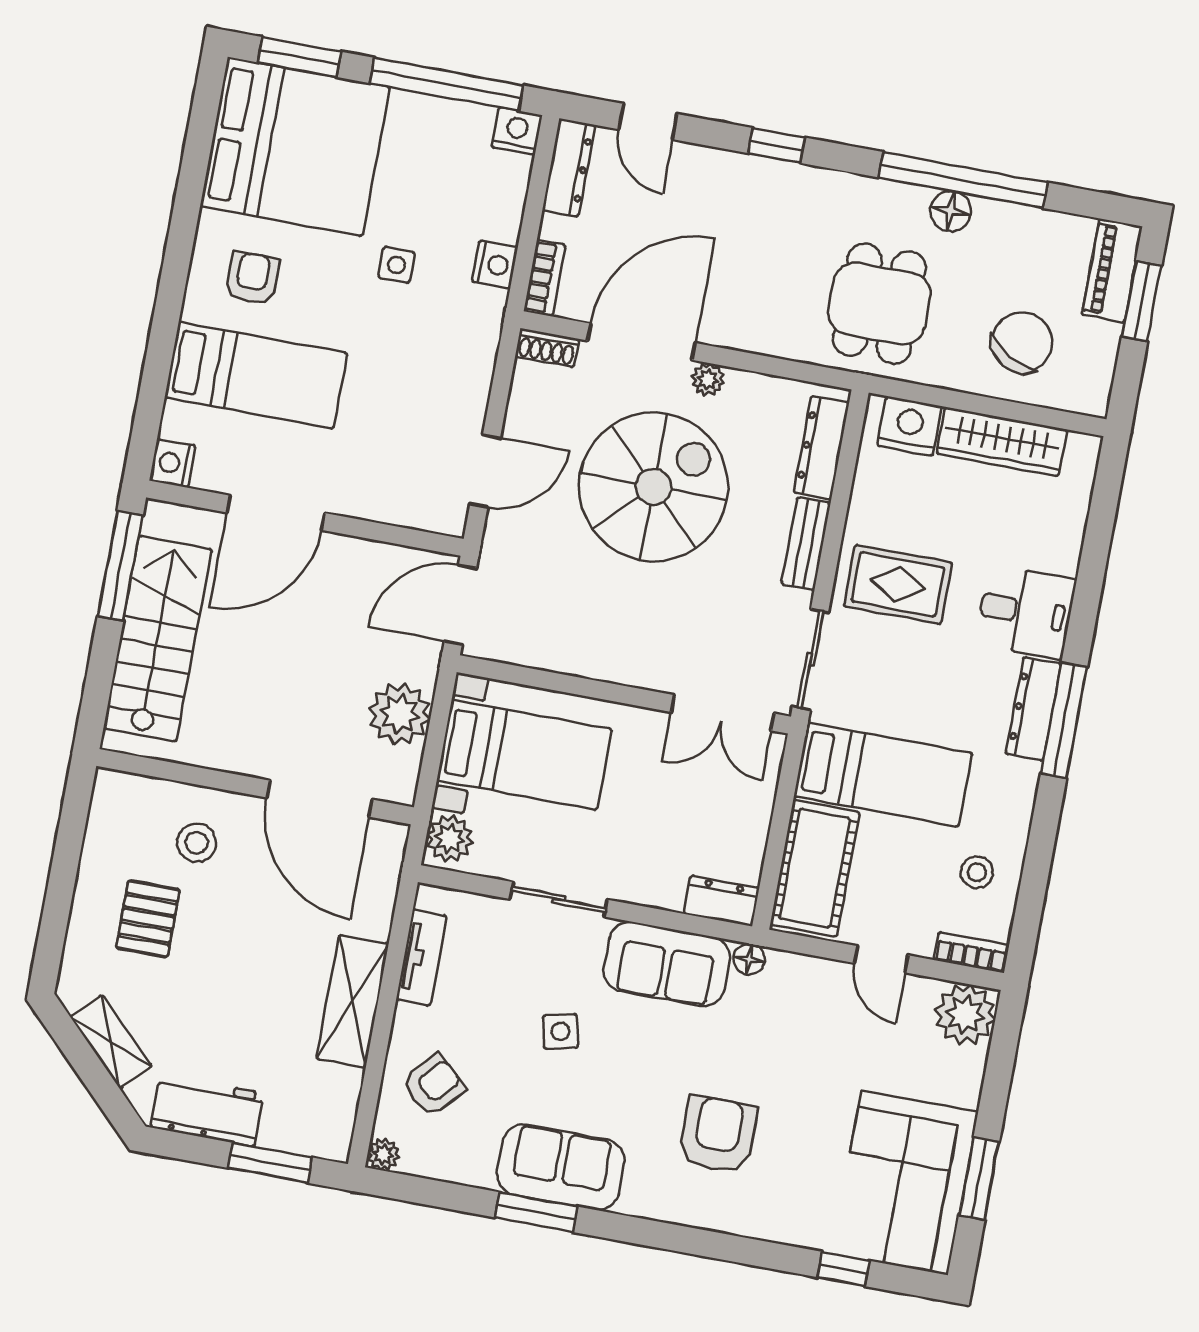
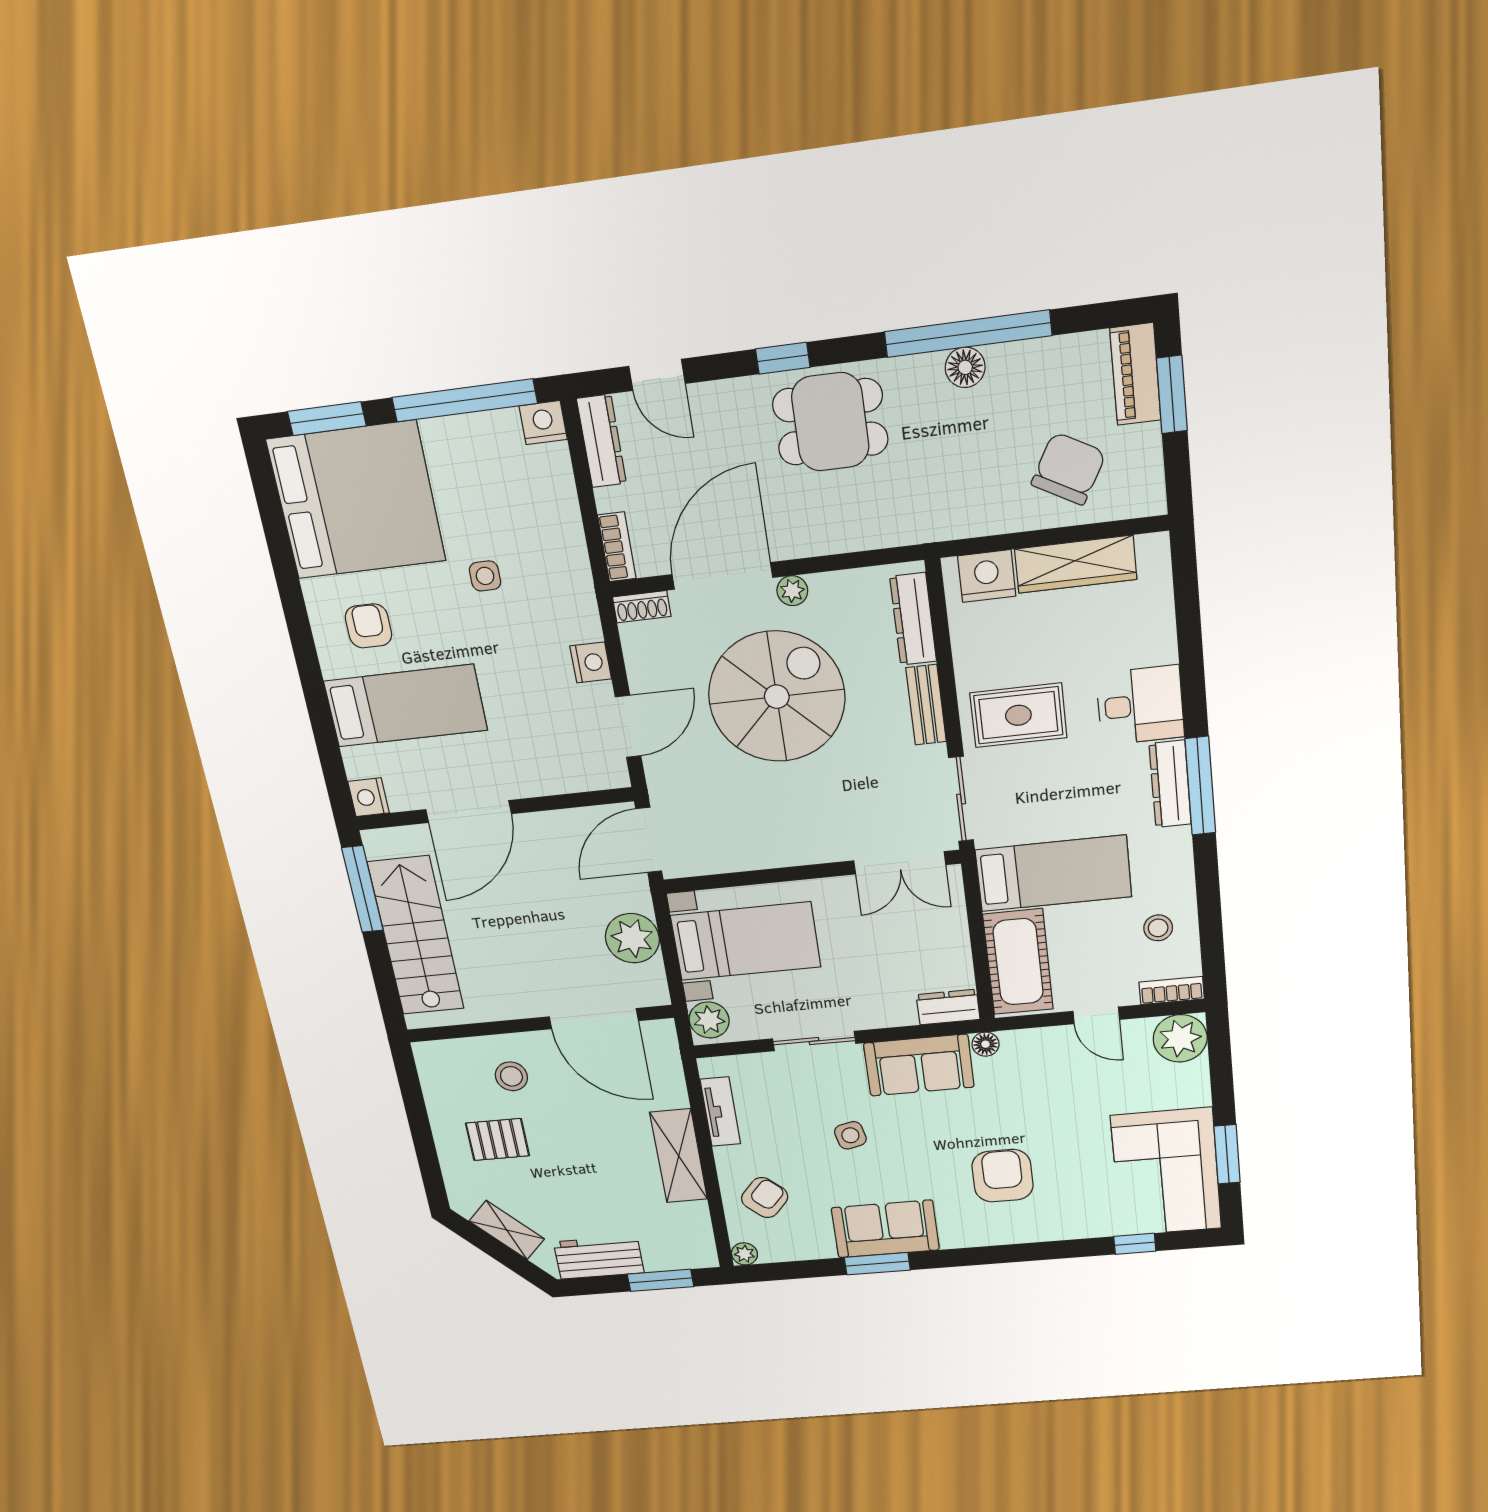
nightstand: (495, 264) -> (591, 662), moved
dining table: (879, 304) -> (830, 422), moved, turned 90
pallet: (148, 919) -> (498, 1139), turned 90

